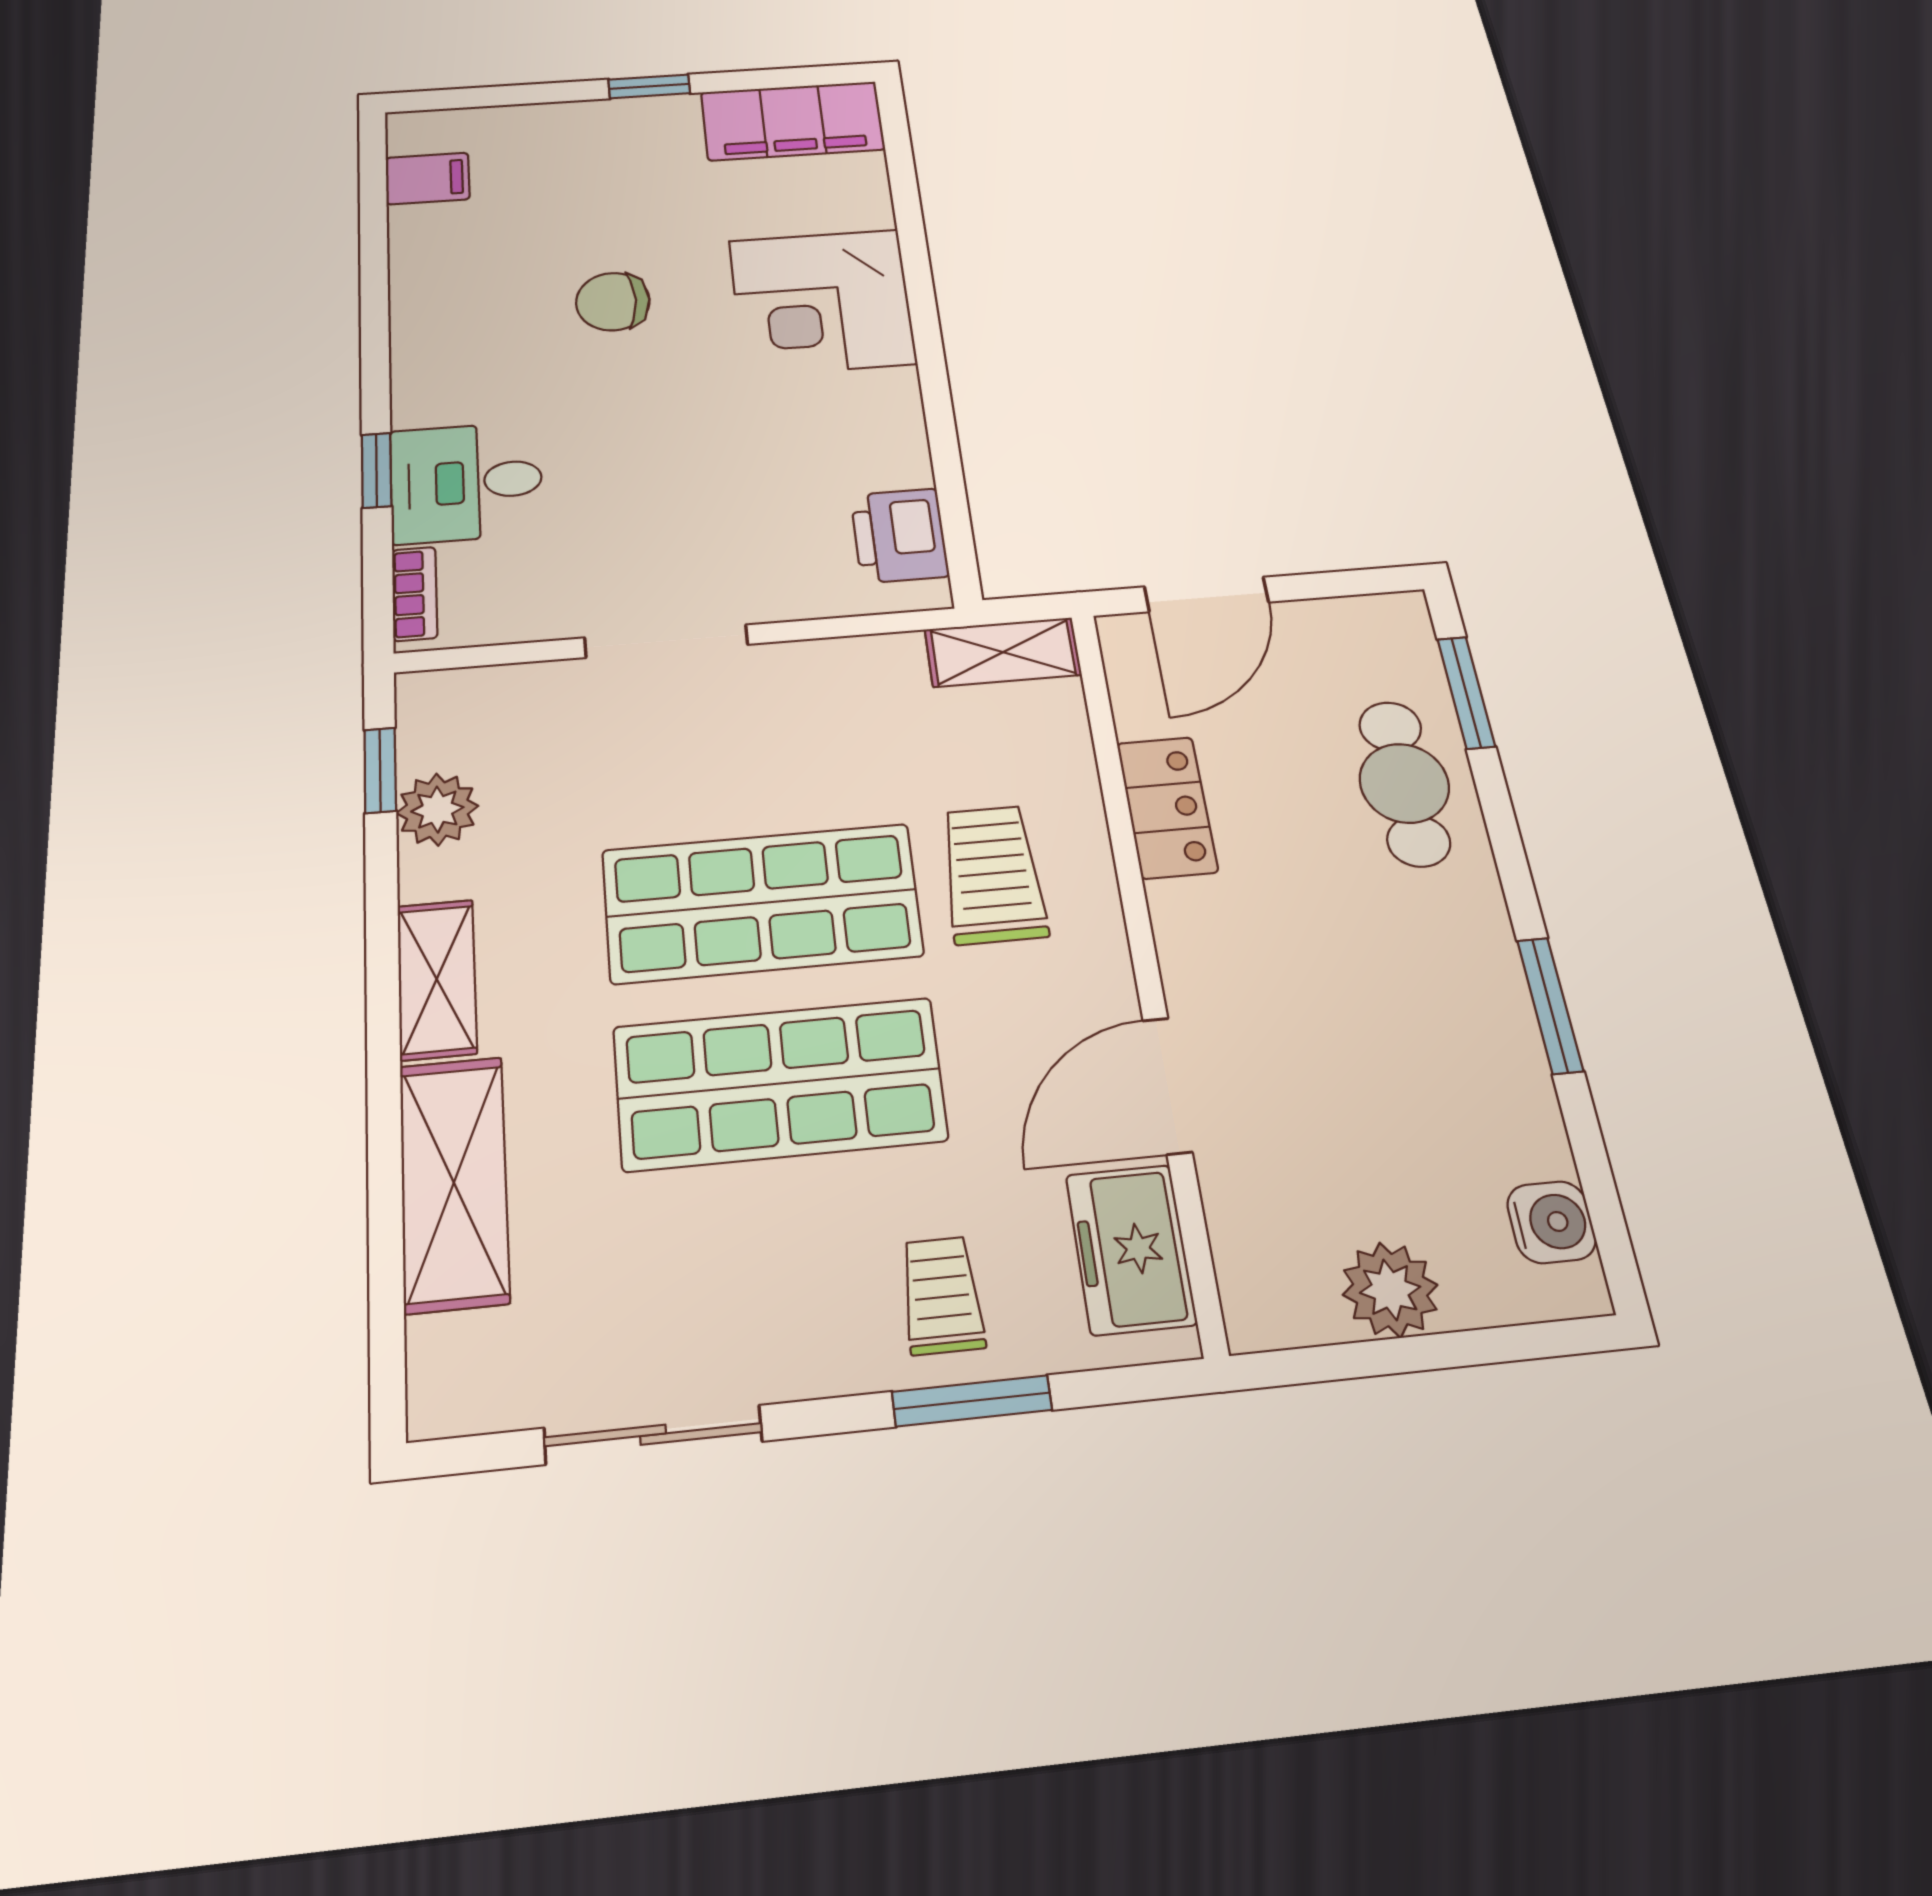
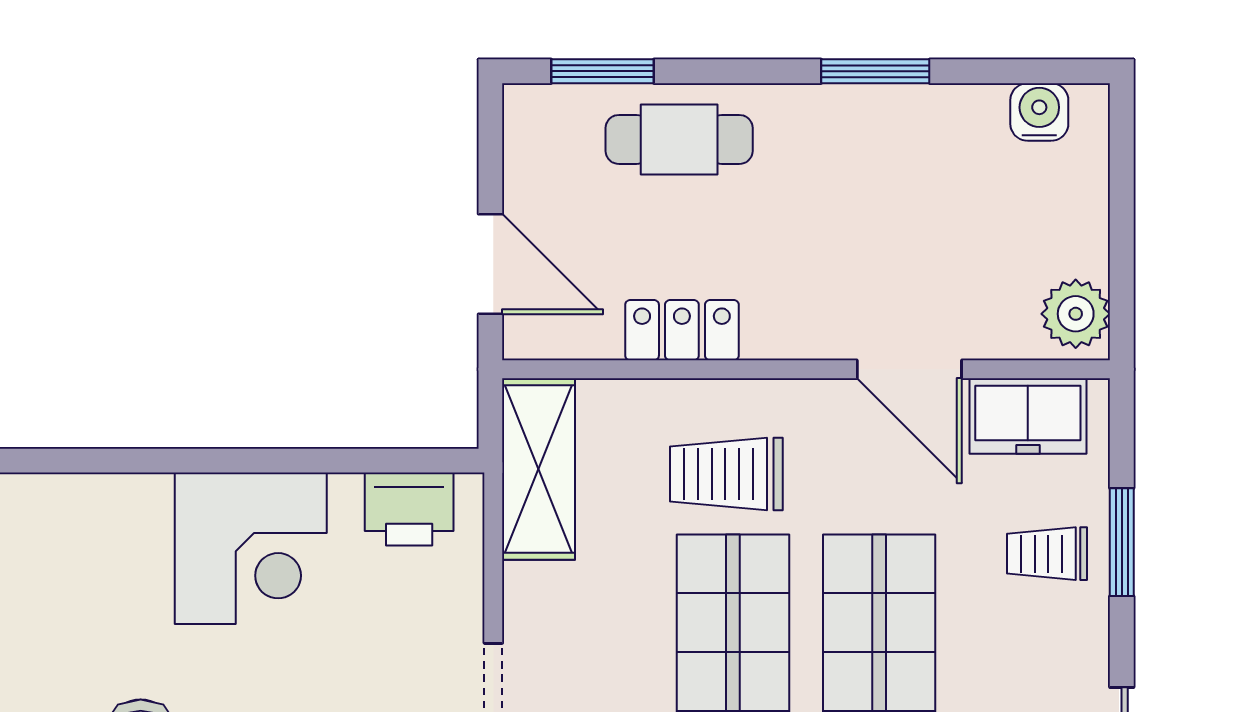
corner desk: (822, 302) -> (251, 548), moved
shelving: (1003, 652) -> (539, 469), width x1.50, depth x1.33
plant: (1390, 1290) -> (1076, 314), moved

